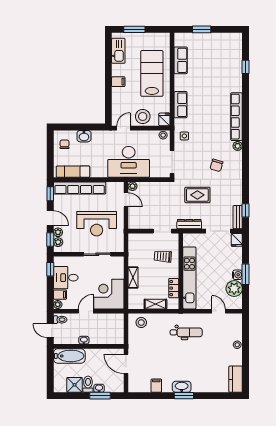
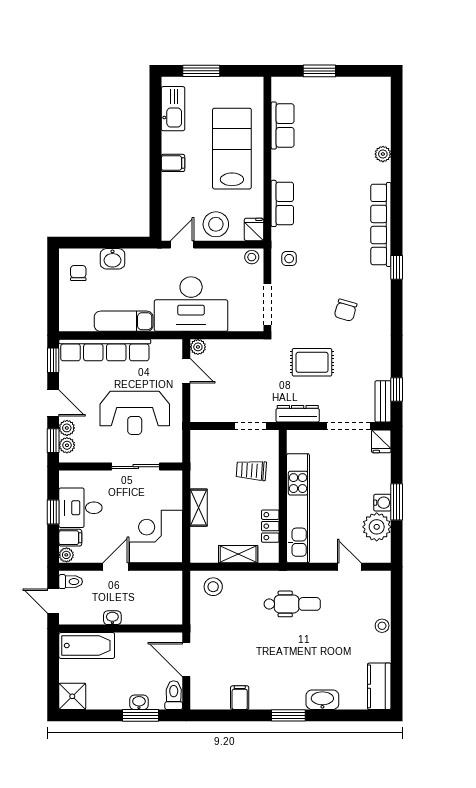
window: (246, 67) -> (397, 267), moved
plant: (238, 146) -> (383, 154), moved
exam couch: (73, 172) -> (124, 321), moved
window: (50, 269) -> (53, 512), moved
toilet: (88, 384) -> (174, 695), moved
shower: (75, 385) -> (72, 696), moved
washbasin: (182, 387) -> (322, 700), moved

